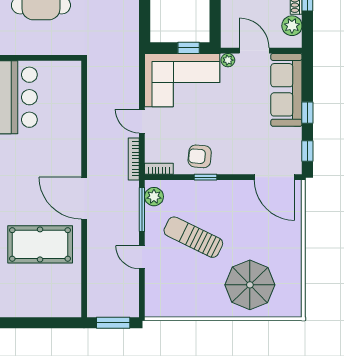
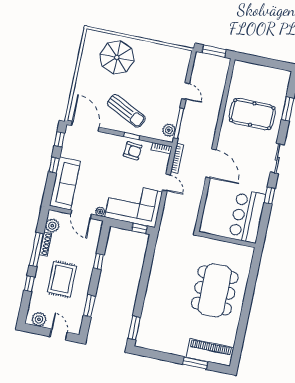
window: (189, 48) -> (139, 228), moved
door: (84, 198) -> (211, 163), moved
sun lounger: (193, 237) -> (126, 111), moved

